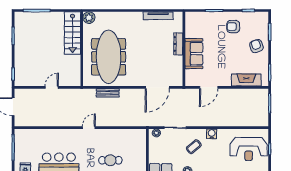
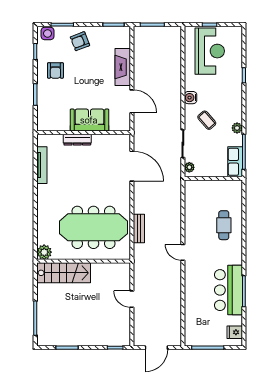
side table: (263, 20) -> (48, 33), added
fireplace: (246, 80) -> (123, 67), moved

